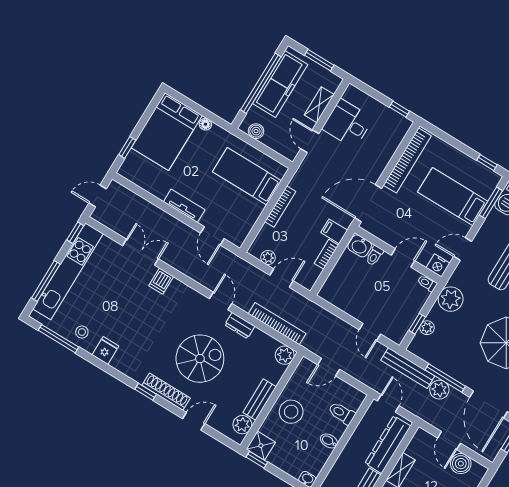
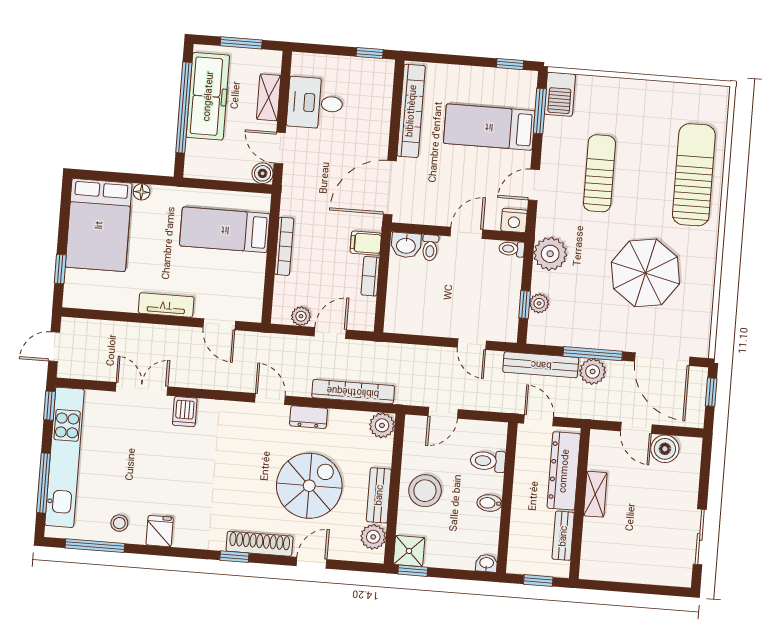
boiler: (256, 131) -> (263, 173), moved
spiral stairs: (200, 359) -> (309, 486), moved

